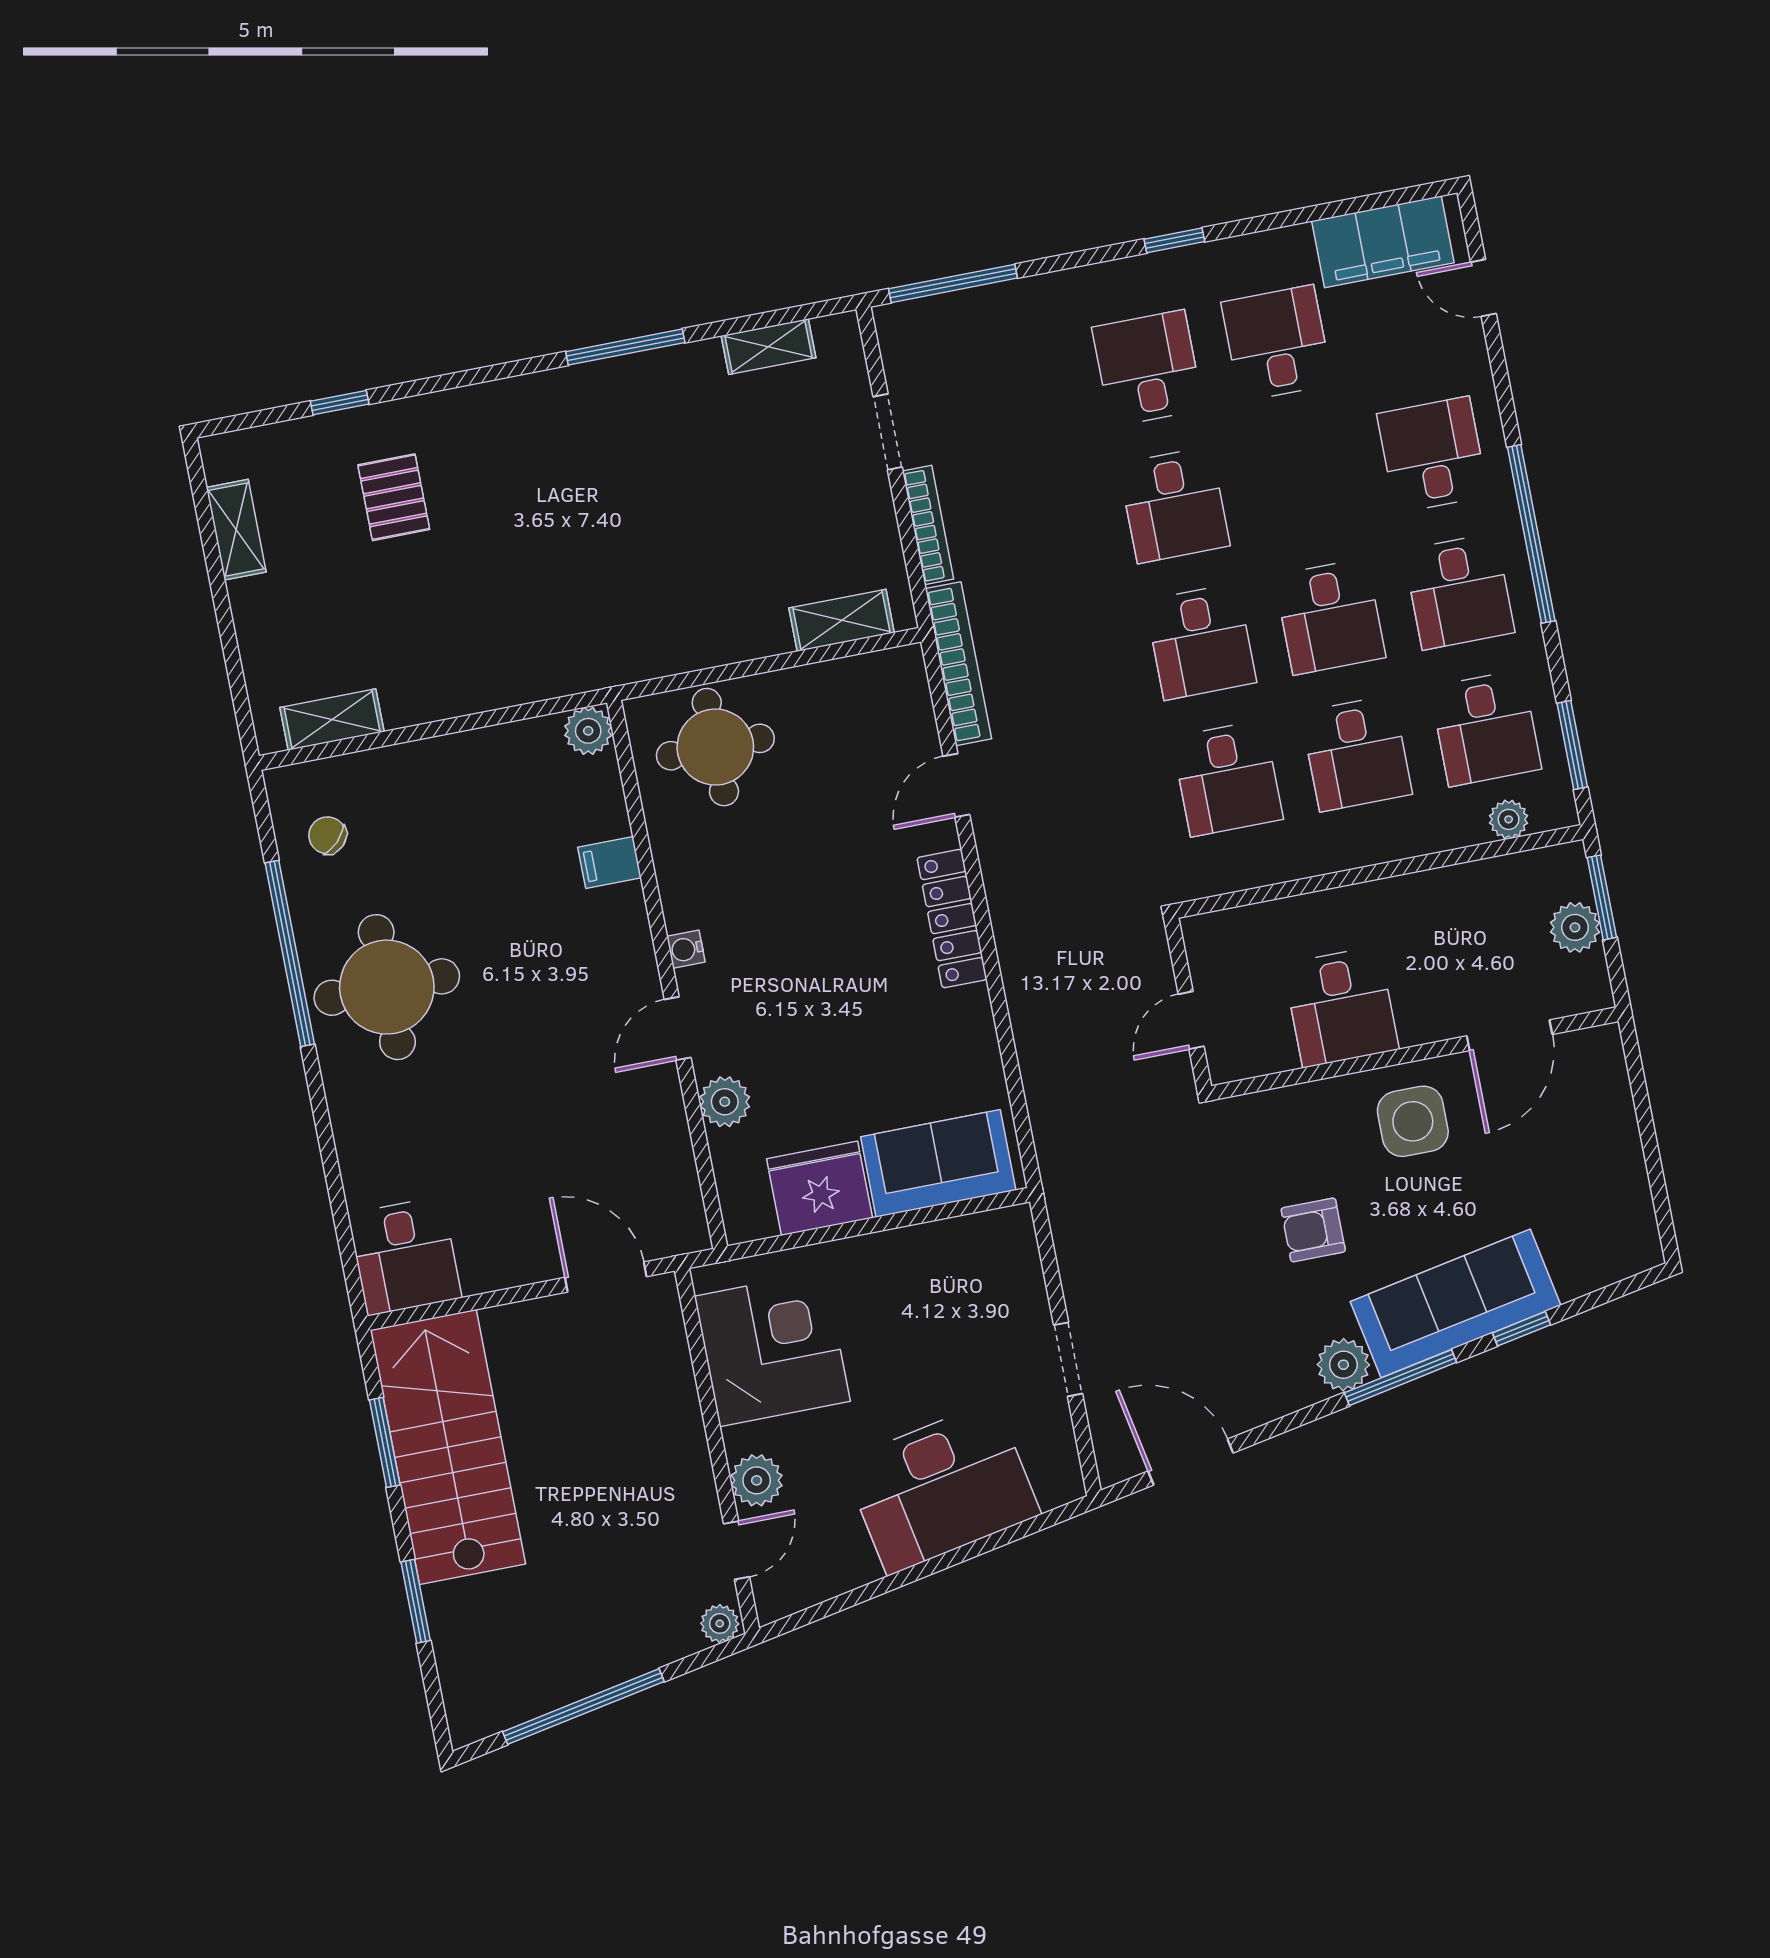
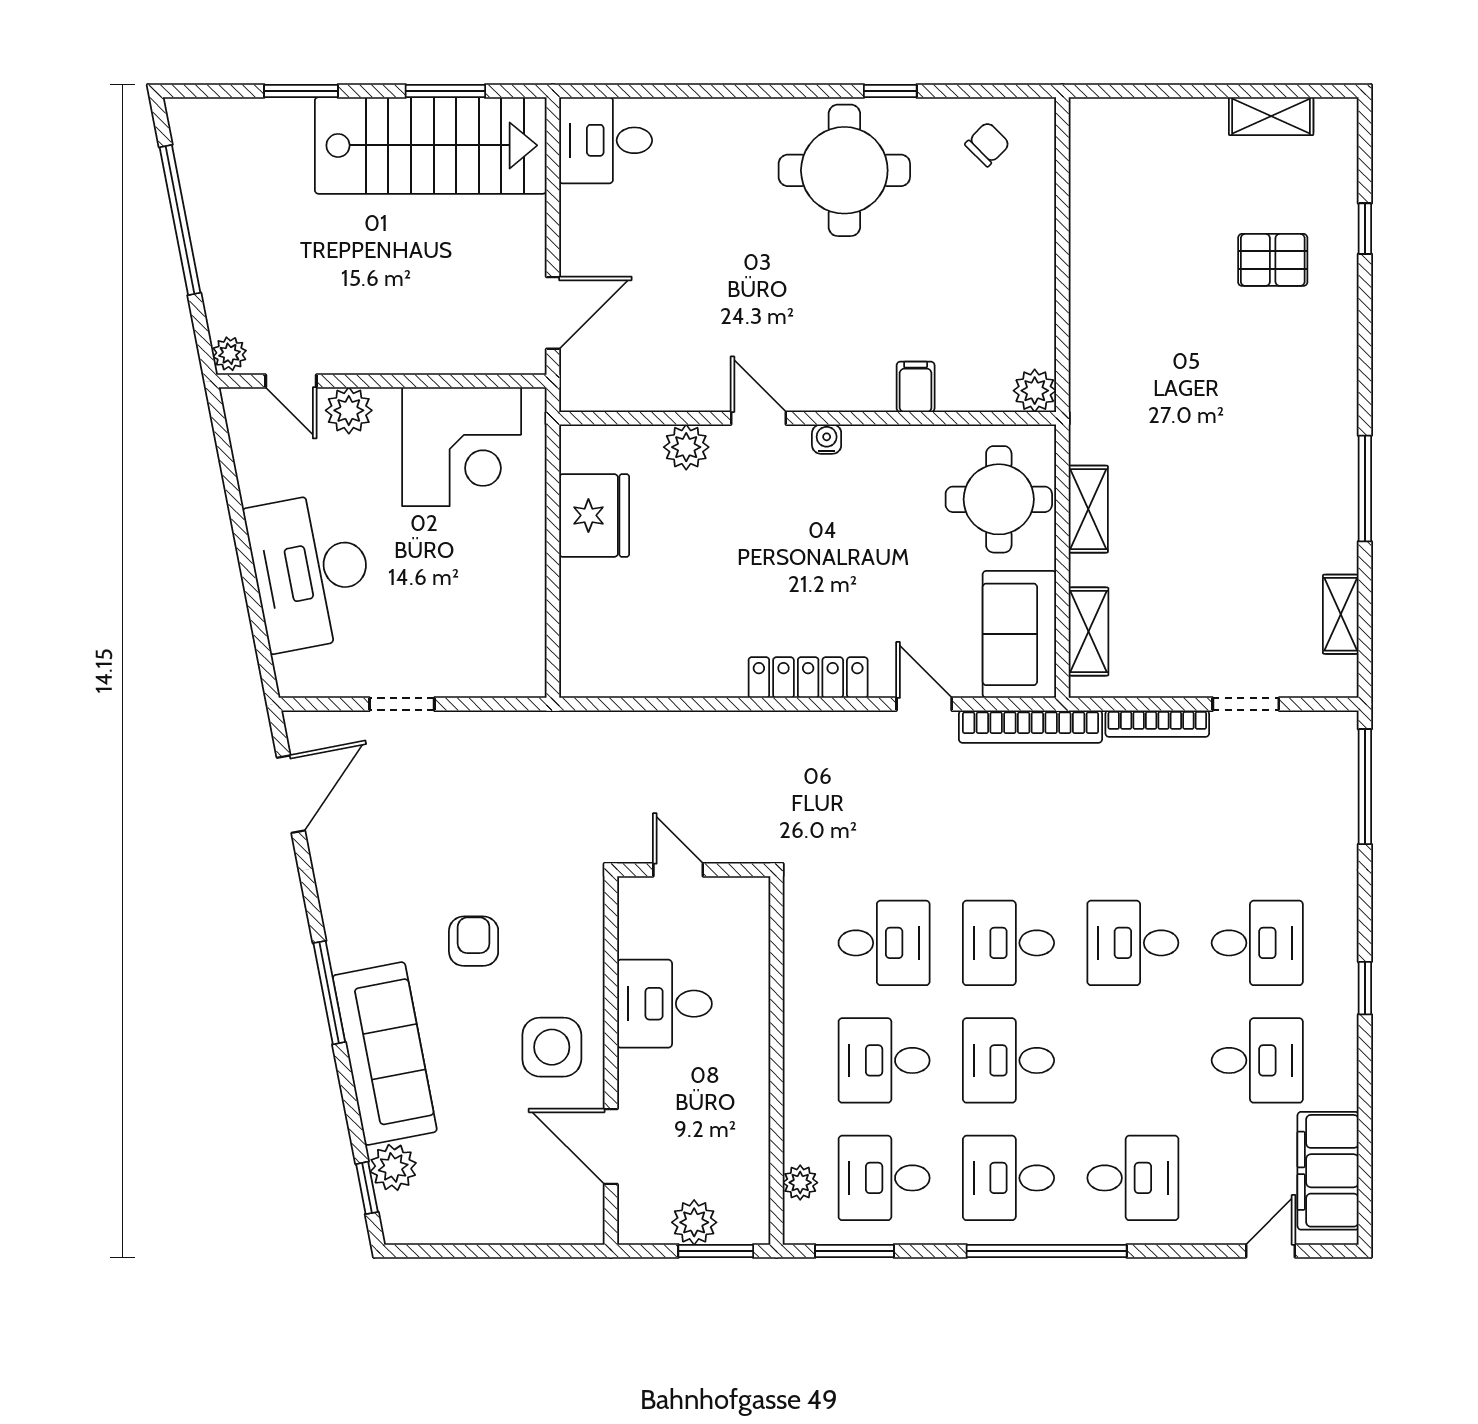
shelving: (332, 720) -> (1088, 509), moved
desk: (1227, 778) -> (884, 943), turned 180
window: (290, 954) -> (890, 91), width x0.32
sofa: (938, 1163) -> (1019, 634), moved, turned 180
window: (1521, 1329) -> (367, 1188), moved
plant: (1343, 1365) -> (393, 1167), moved

